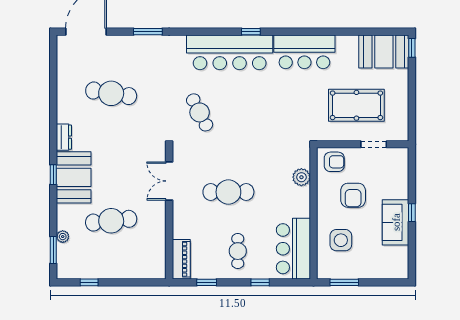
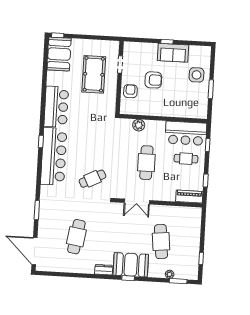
plant: (301, 177) -> (139, 125), moved
wall: (314, 213) -> (163, 118), moved
side table: (341, 240) -> (197, 75), moved
bar counter: (293, 249) -> (186, 133), moved

